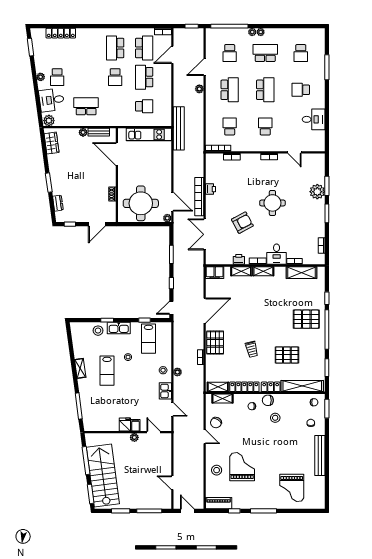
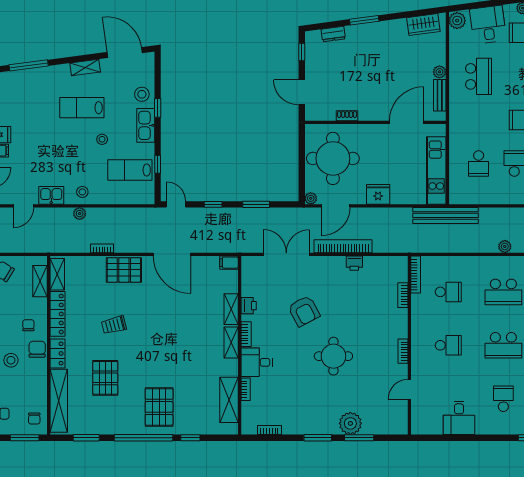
fridge: (165, 173) -> (378, 194), added
filing cabinet: (215, 273) -> (229, 263), width x0.50
door: (70, 342) -> (125, 52), added

